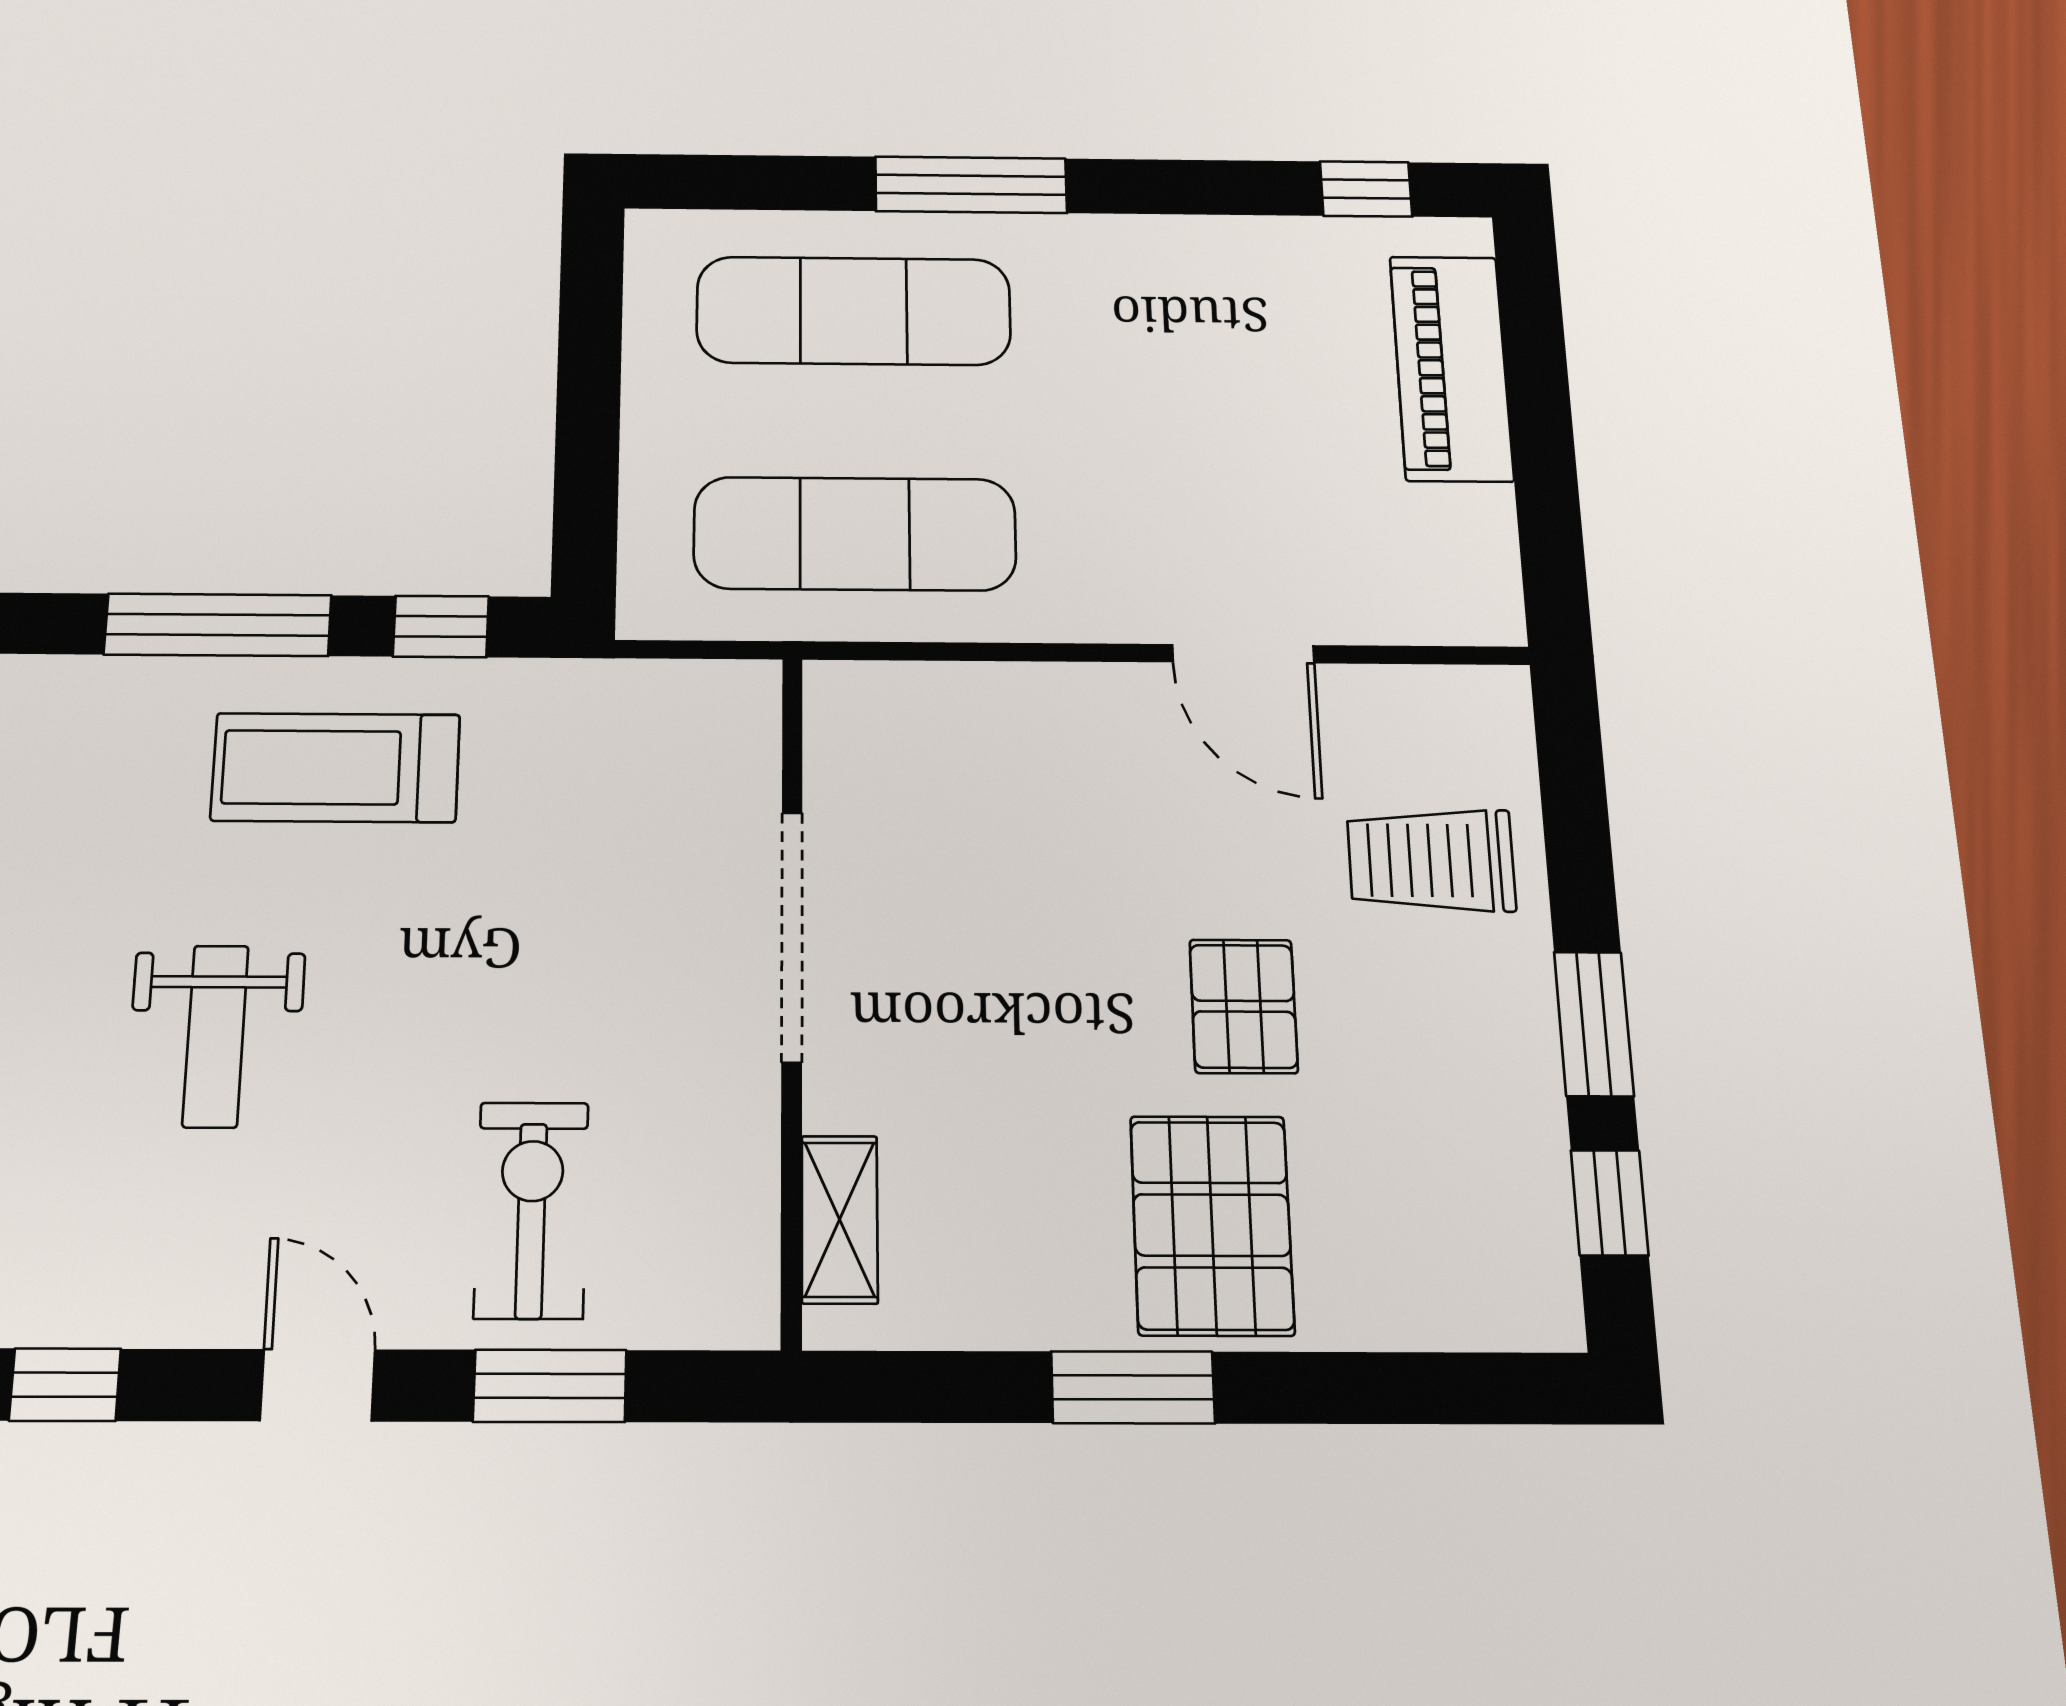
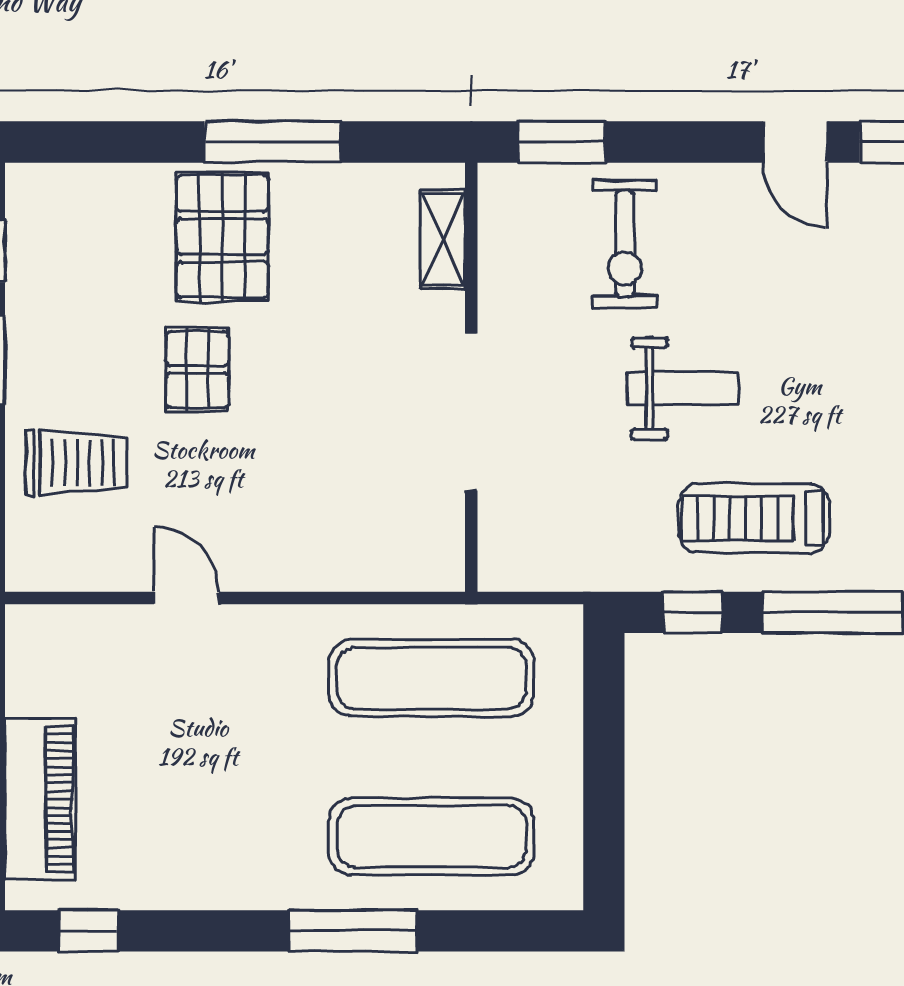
door: (1243, 654) -> (186, 598), width x0.73
treadmill: (336, 768) -> (754, 518), turned 180
weight bench: (216, 1036) -> (683, 388), moved, turned 90
door: (318, 1385) -> (795, 142), moved
window: (550, 1386) -> (562, 142), moved
window: (1133, 1387) -> (273, 142), width x1.44

